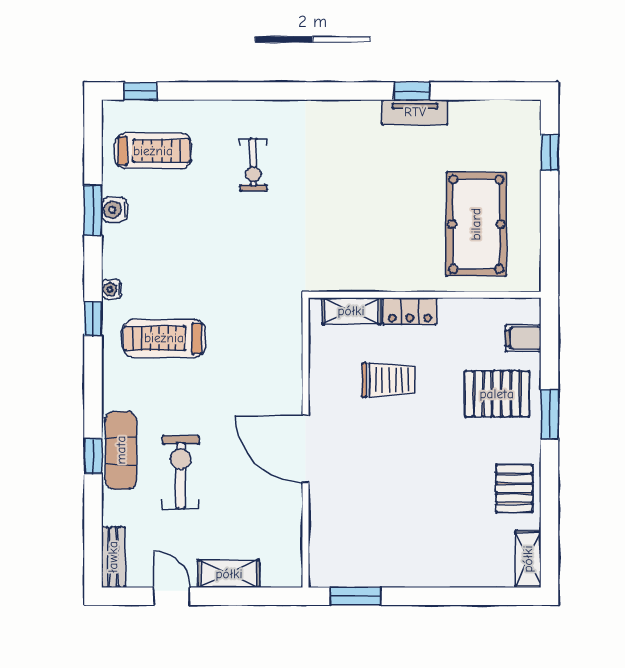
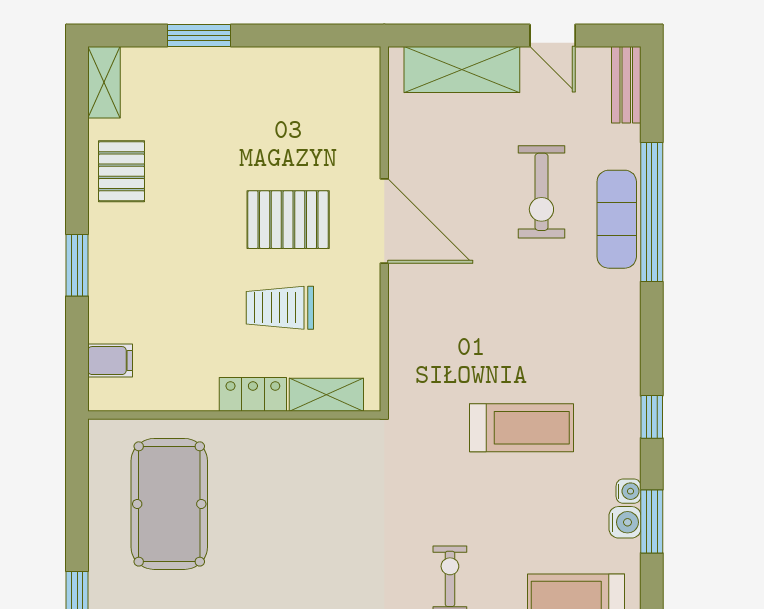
water cooler: (112, 289) -> (629, 491), moved
window: (93, 319) -> (652, 417), moved
treadmill: (164, 338) -> (521, 428), moved
pallet: (497, 394) -> (288, 220), moved
window: (93, 456) -> (652, 212), width x3.17
shelving: (229, 574) -> (462, 69), width x1.50, depth x1.33
window: (355, 596) -> (199, 36), moved

